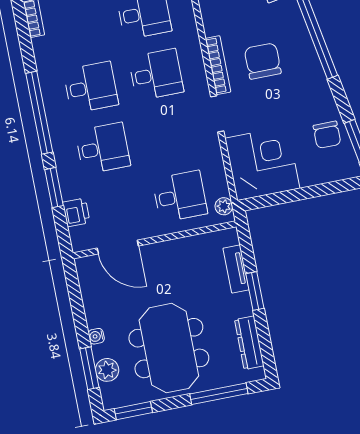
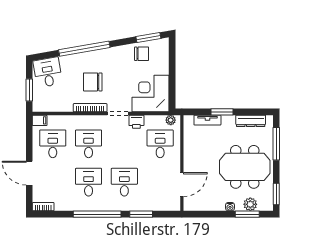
printer: (76, 212) -> (136, 122), moved, turned 180

